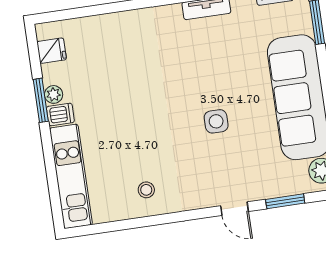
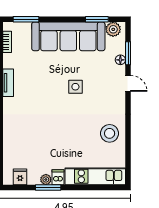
stool: (146, 190) -> (110, 133), width x1.89, depth x1.89
floor lamp: (272, 190) -> (120, 60), added
door: (235, 209) -> (128, 83), hinge flipped

